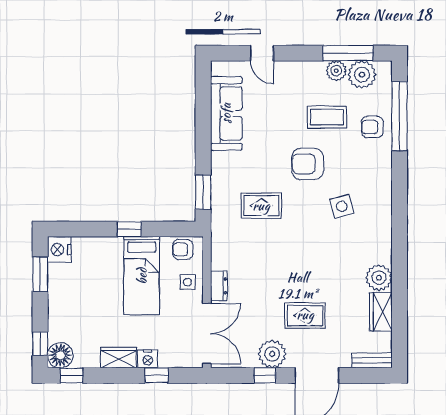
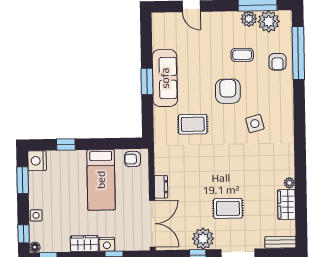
sofa: (226, 113) -> (165, 78), moved
coffee table: (327, 117) -> (242, 55), width x0.73, depth x0.77
armchair: (372, 127) -> (277, 62), turned -90
armchair: (308, 164) -> (228, 91), turned 90
window: (203, 192) -> (147, 81), moved
window: (129, 229) -> (66, 144), moved
plant: (379, 278) -> (289, 183), width x0.53, depth x0.53
side table: (187, 282) -> (36, 215), moved
floor lamp: (60, 355) -> (35, 247), width x0.53, depth x0.53

